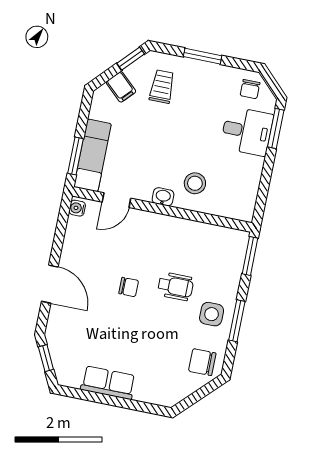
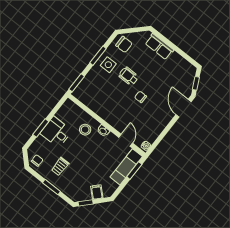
trolley: (162, 87) -> (60, 166), moved
window: (276, 128) -> (41, 128), moved
desk: (247, 131) -> (56, 132), moved
door: (116, 200) -> (126, 140), hinge flipped
door: (50, 284) -> (184, 108), moved
wheelchair: (176, 286) -> (129, 76), moved
row of seats: (108, 383) -> (159, 47), moved

